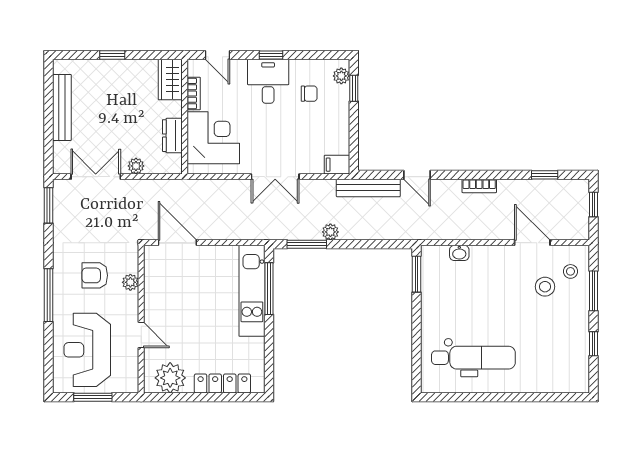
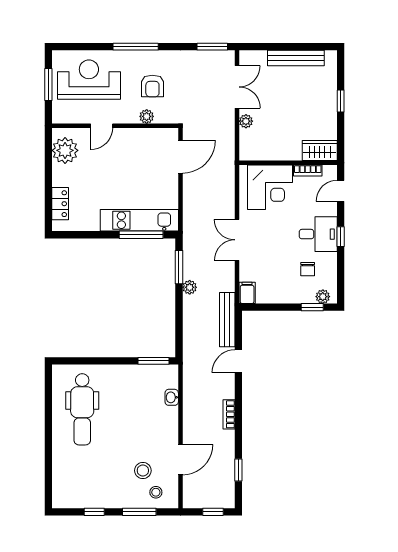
dresser: (172, 136) -> (272, 152), removed
armchair: (95, 275) -> (152, 86), turned 180
locker: (222, 384) -> (60, 204), width x0.66

